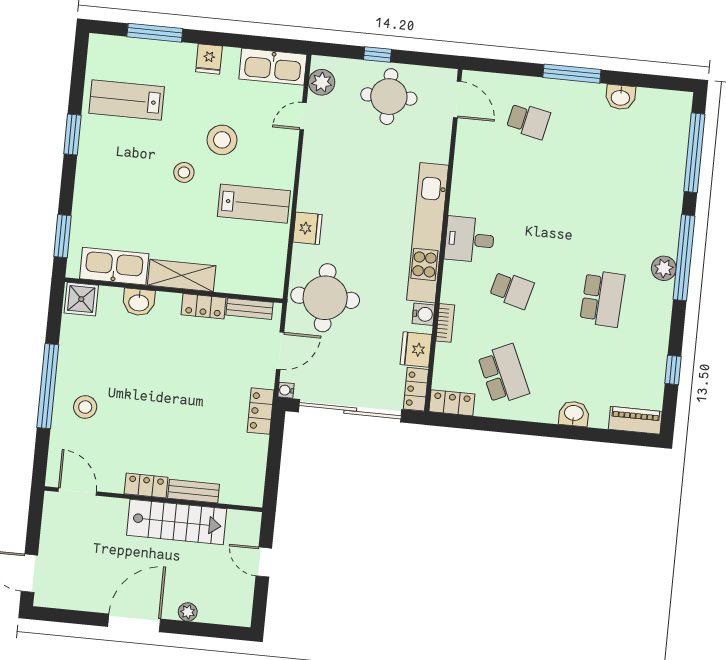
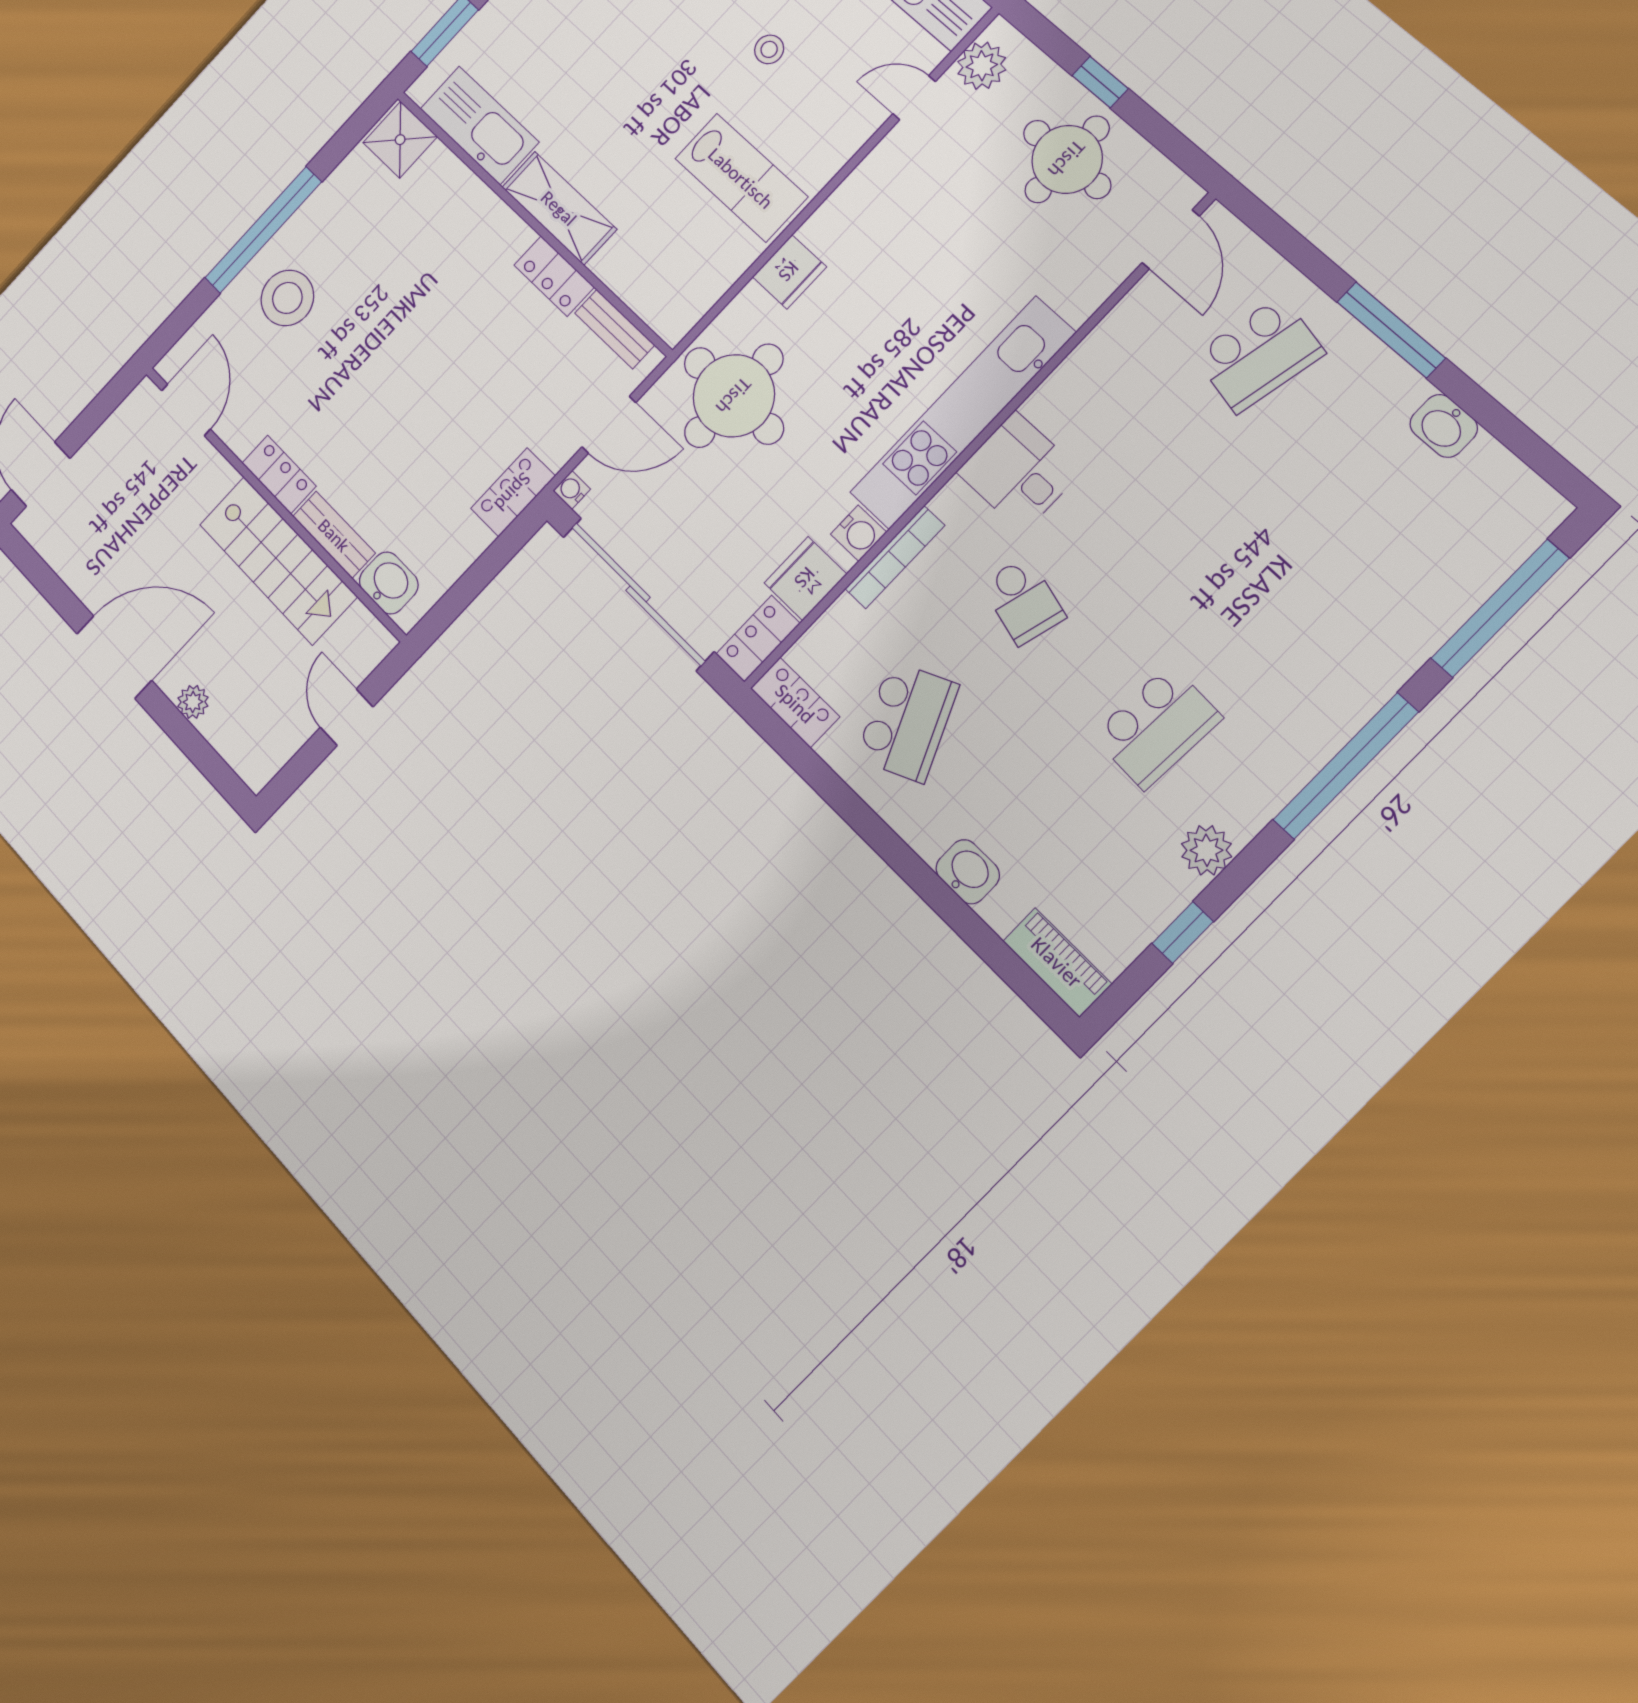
school desk: (528, 121) -> (1259, 354), width x1.85
stool: (222, 140) -> (769, 49), width x0.53, depth x0.53
stool: (184, 172) -> (679, 59), removed
plant: (664, 268) -> (1207, 850), moved
washbasin: (139, 302) -> (389, 583), moved, turned 180
bookcase: (445, 323) -> (895, 557), width x1.56
stool: (85, 407) -> (287, 298), width x1.38, depth x1.38

